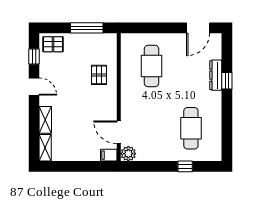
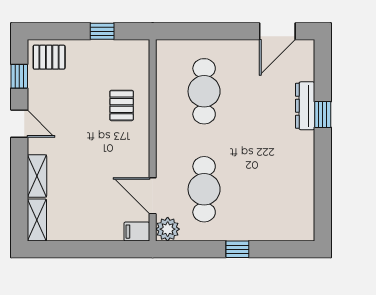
window: (87, 28) -> (102, 31), width x0.46
cafe table: (191, 128) -> (204, 189), moved
window: (185, 166) -> (237, 249), moved

